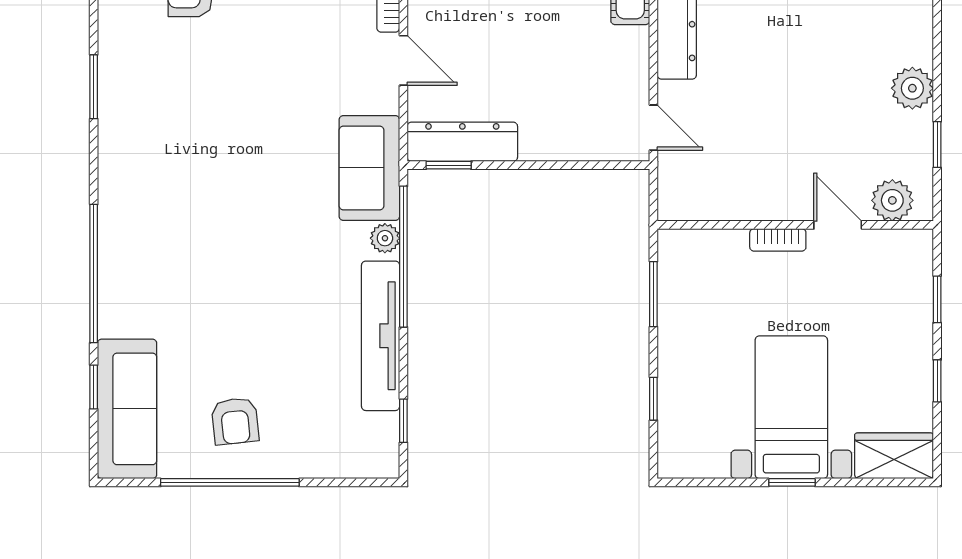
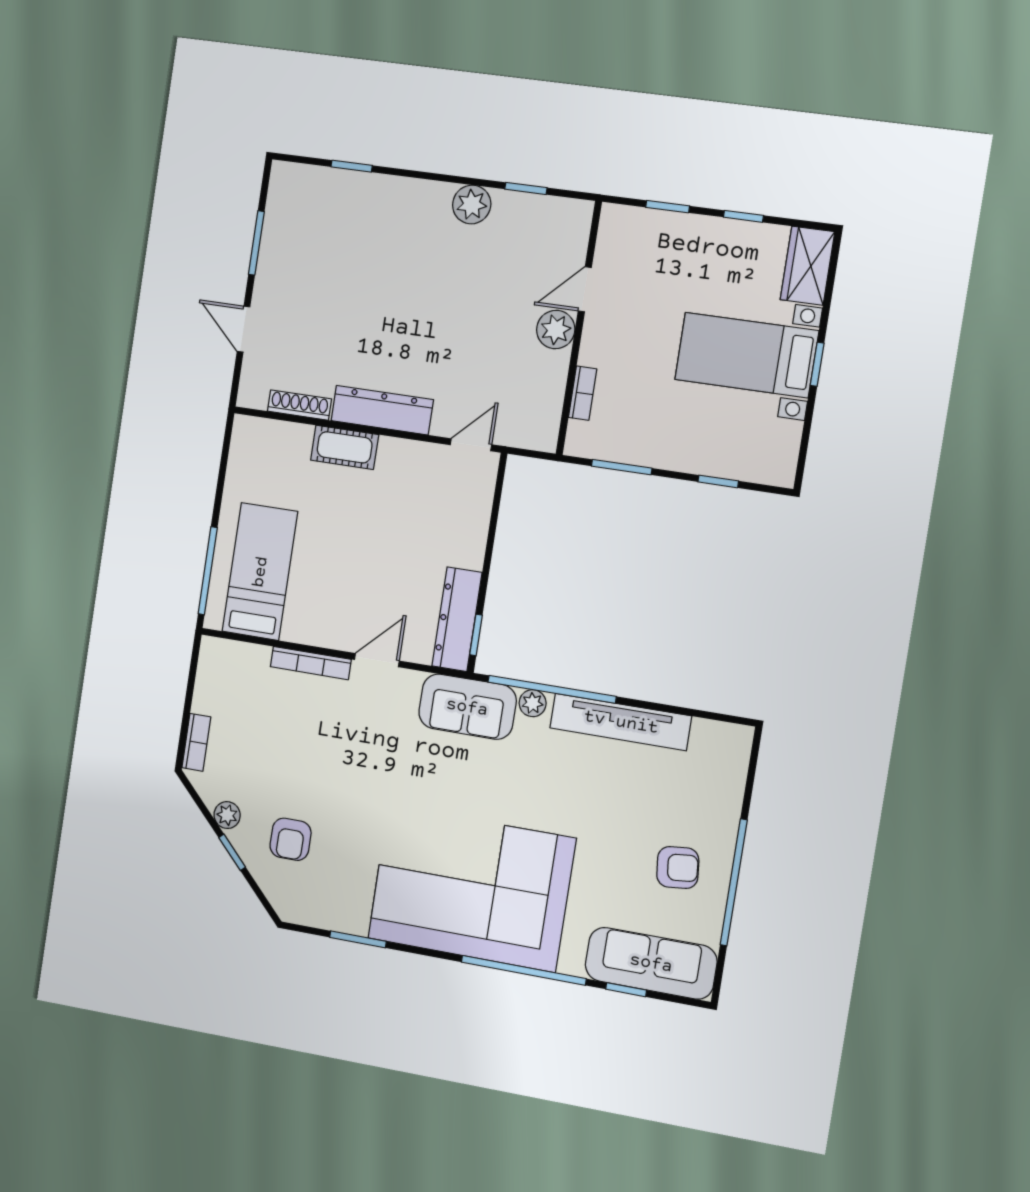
plant: (892, 200) -> (556, 330), moved
corner sofa: (172, 203) -> (471, 888), added
bookcase: (778, 240) -> (583, 393), moved
window: (403, 421) -> (702, 714), removed

